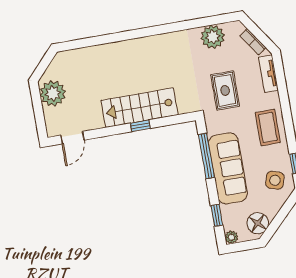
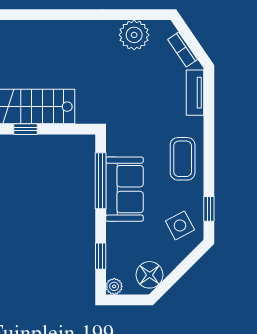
rug: (225, 90) -> (138, 104), removed
sofa: (228, 168) -> (124, 189), width x0.73
side table: (275, 180) -> (180, 225), turned 45

